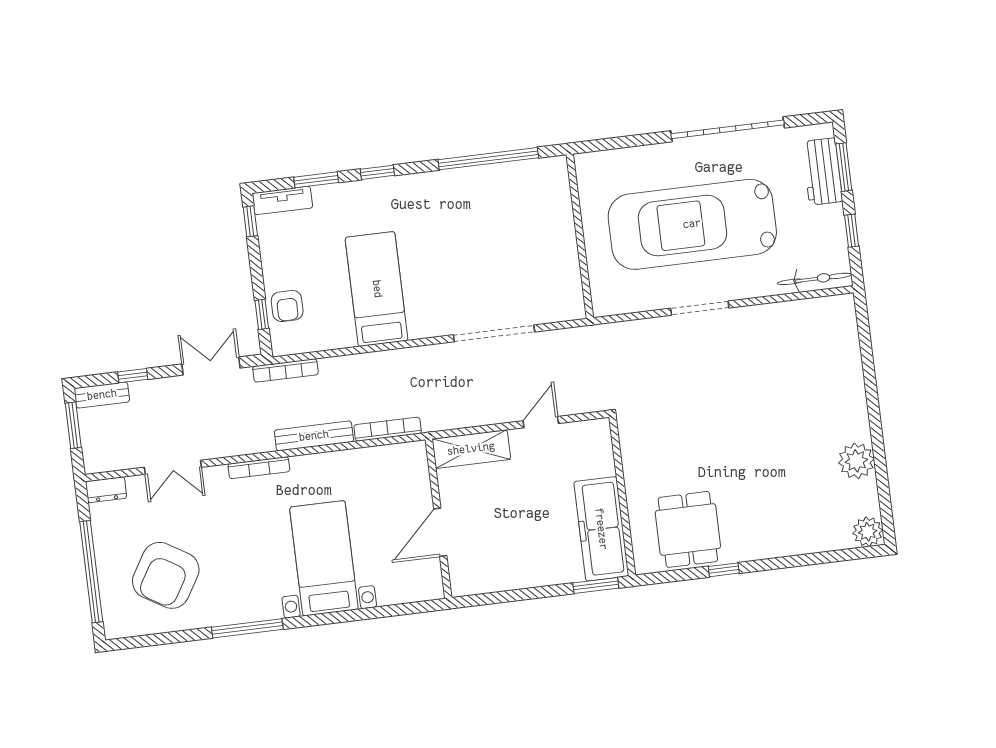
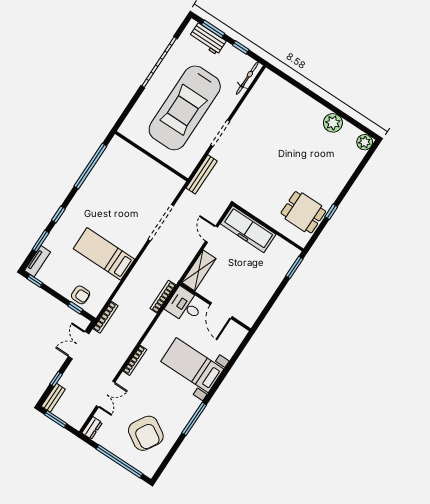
bench: (314, 436) -> (202, 174), moved
desk: (402, 472) -> (185, 306), added
freezer: (601, 529) -> (248, 229), moved

